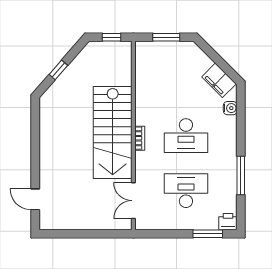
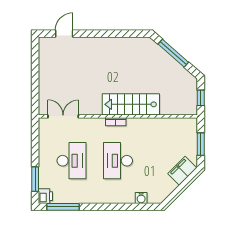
window: (58, 70) -> (173, 53), width x2.17
filing cabinet: (219, 80) -> (182, 171), moved
stairs: (113, 133) -> (131, 104), width x0.73, depth x0.66
window: (241, 175) -> (63, 207), moved

